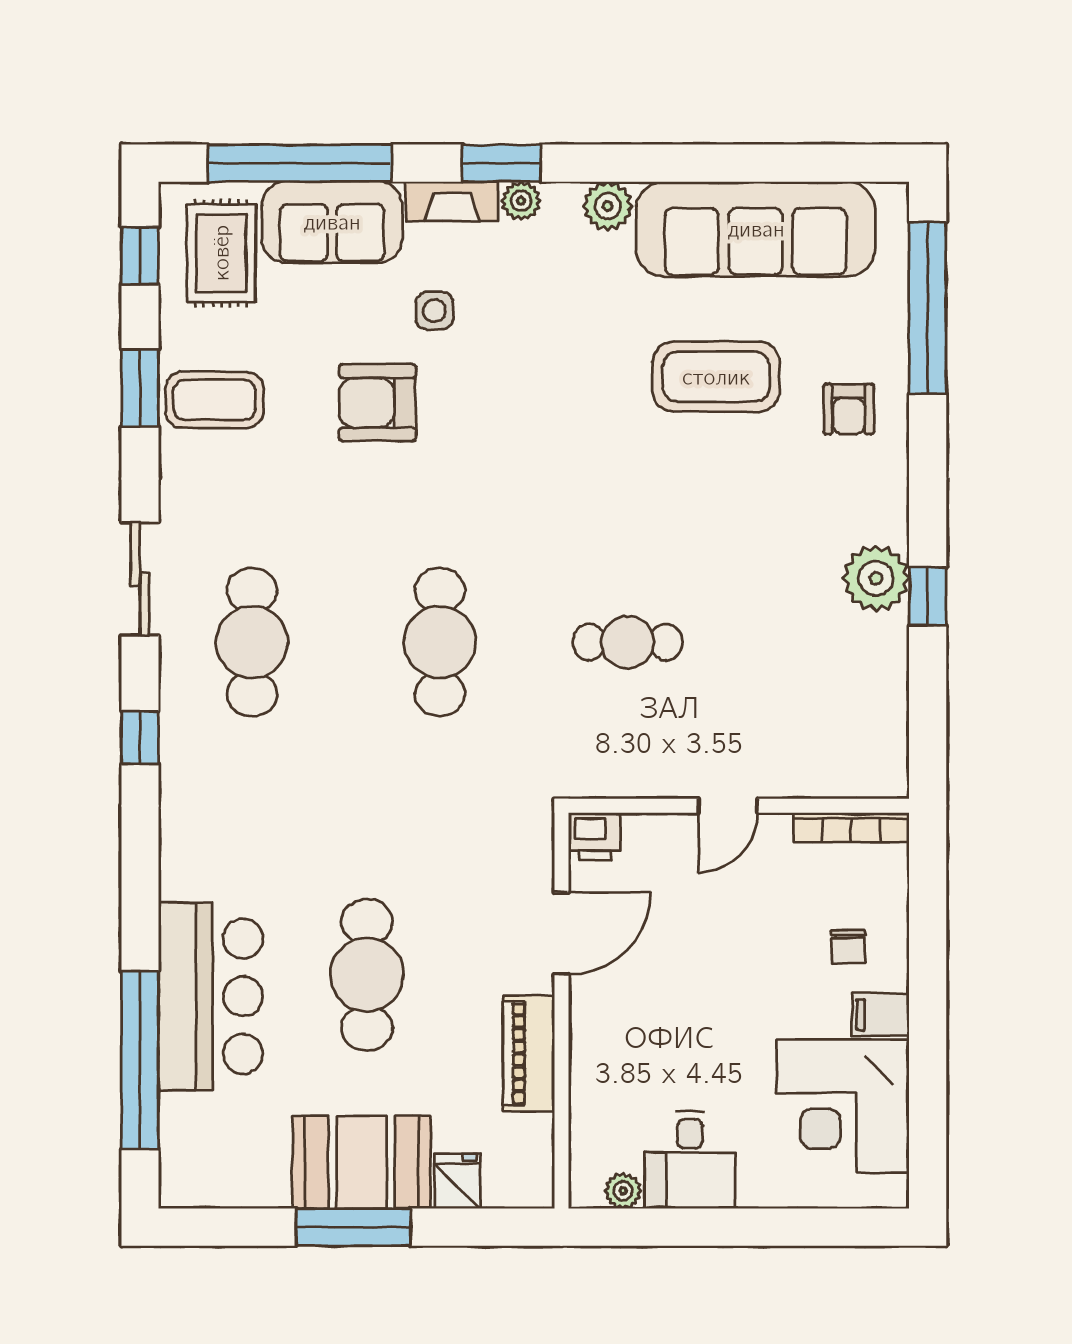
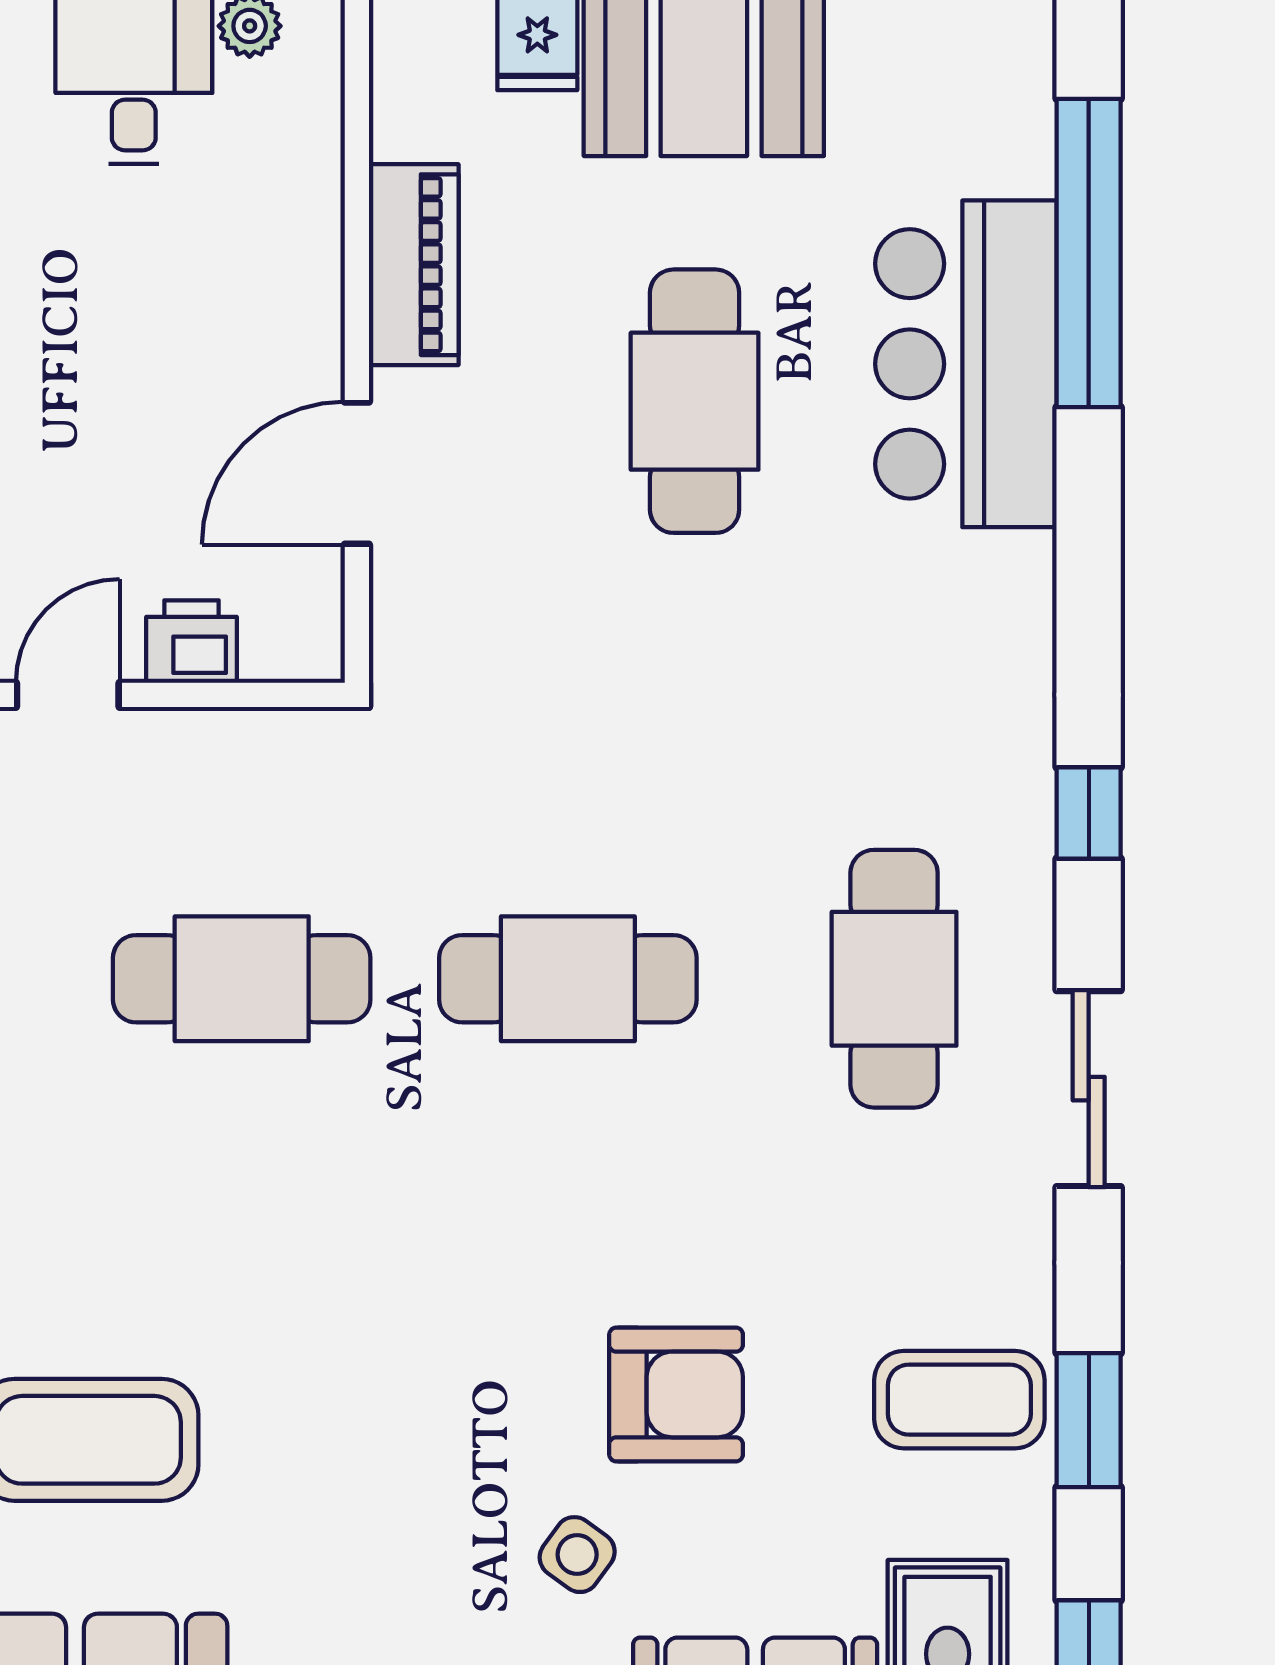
side table: (435, 311) -> (577, 1555), turned 36
cafe table: (440, 642) -> (568, 979), turned 90
cafe table: (628, 642) -> (242, 979), width x1.37, depth x1.35
printer: (595, 836) -> (191, 642), moved

